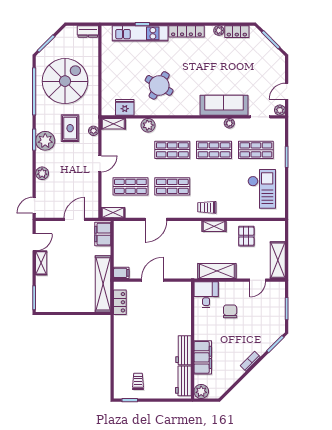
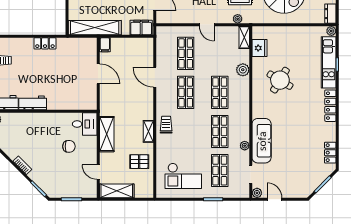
plant: (219, 30) -> (331, 31), moved
shelving: (113, 213) -> (161, 37), removed
locker: (120, 302) -> (45, 43), moved
filing cabinet: (203, 357) -> (26, 121), removed

